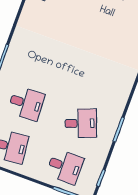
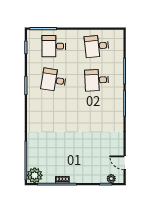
desk: (81, 123) -> (54, 80), turned 30

